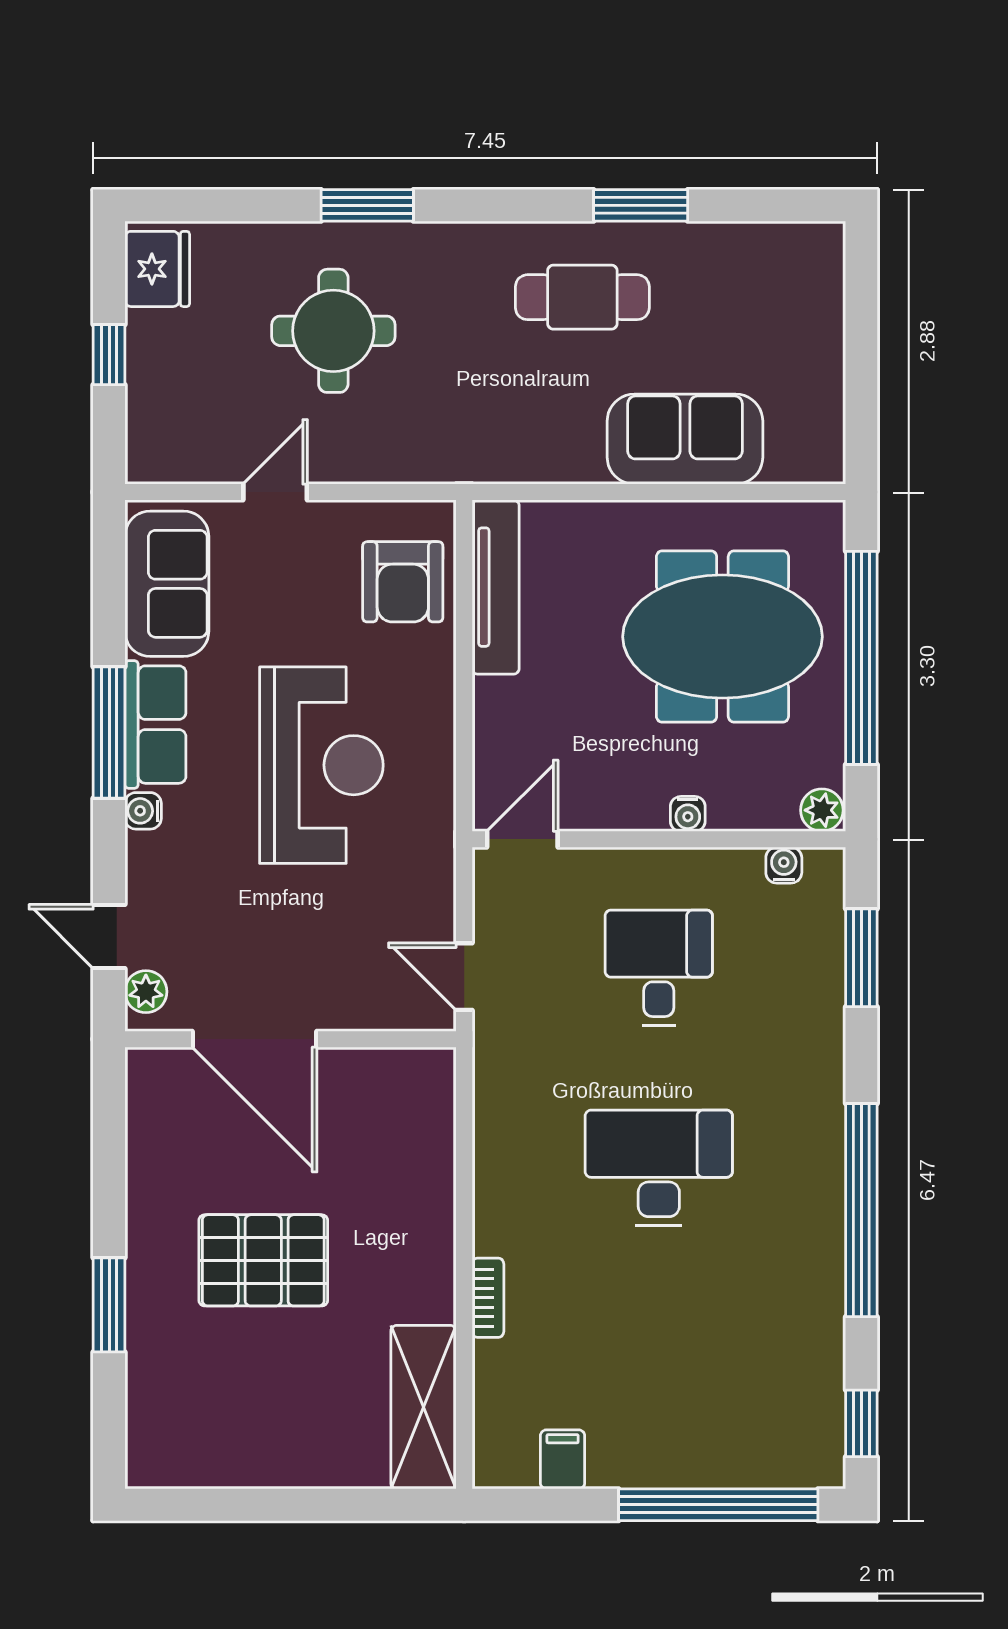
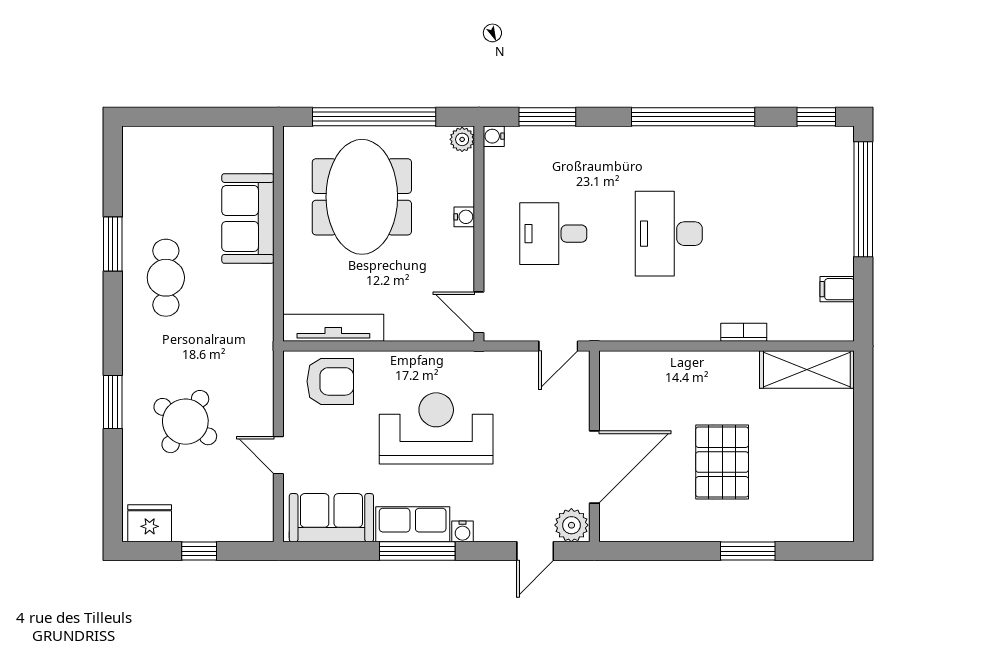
round table: (333, 331) -> (185, 422), turned 33
water cooler: (784, 865) -> (494, 136), moved
plant: (146, 992) -> (571, 525), width x1.38, depth x1.38

